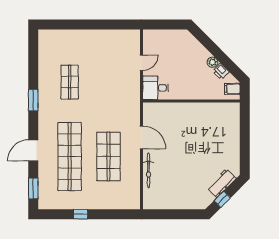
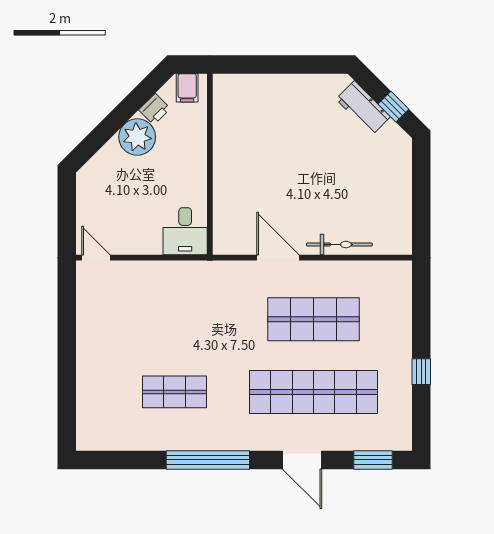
plant: (212, 62) -> (137, 137), width x1.87, depth x1.87
door: (141, 63) -> (96, 258), moved
window: (33, 100) -> (208, 460), width x2.11
door: (141, 137) -> (278, 258), hinge flipped

